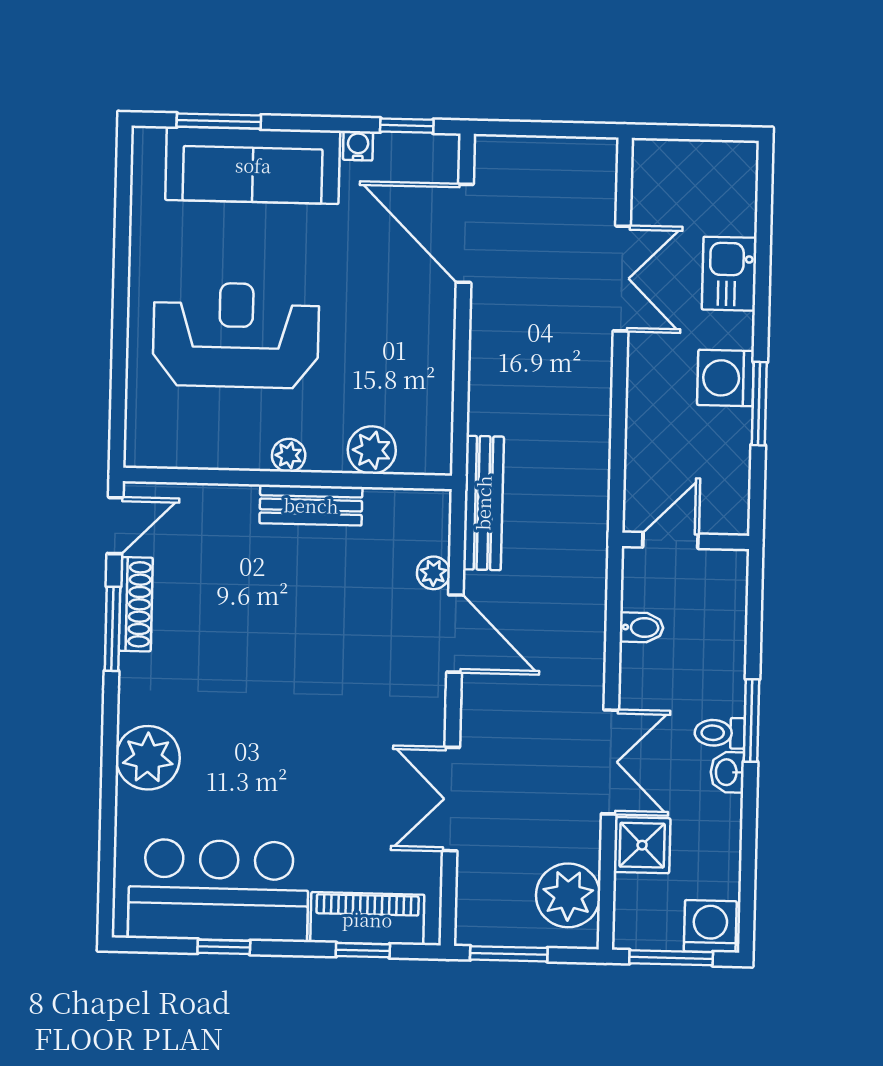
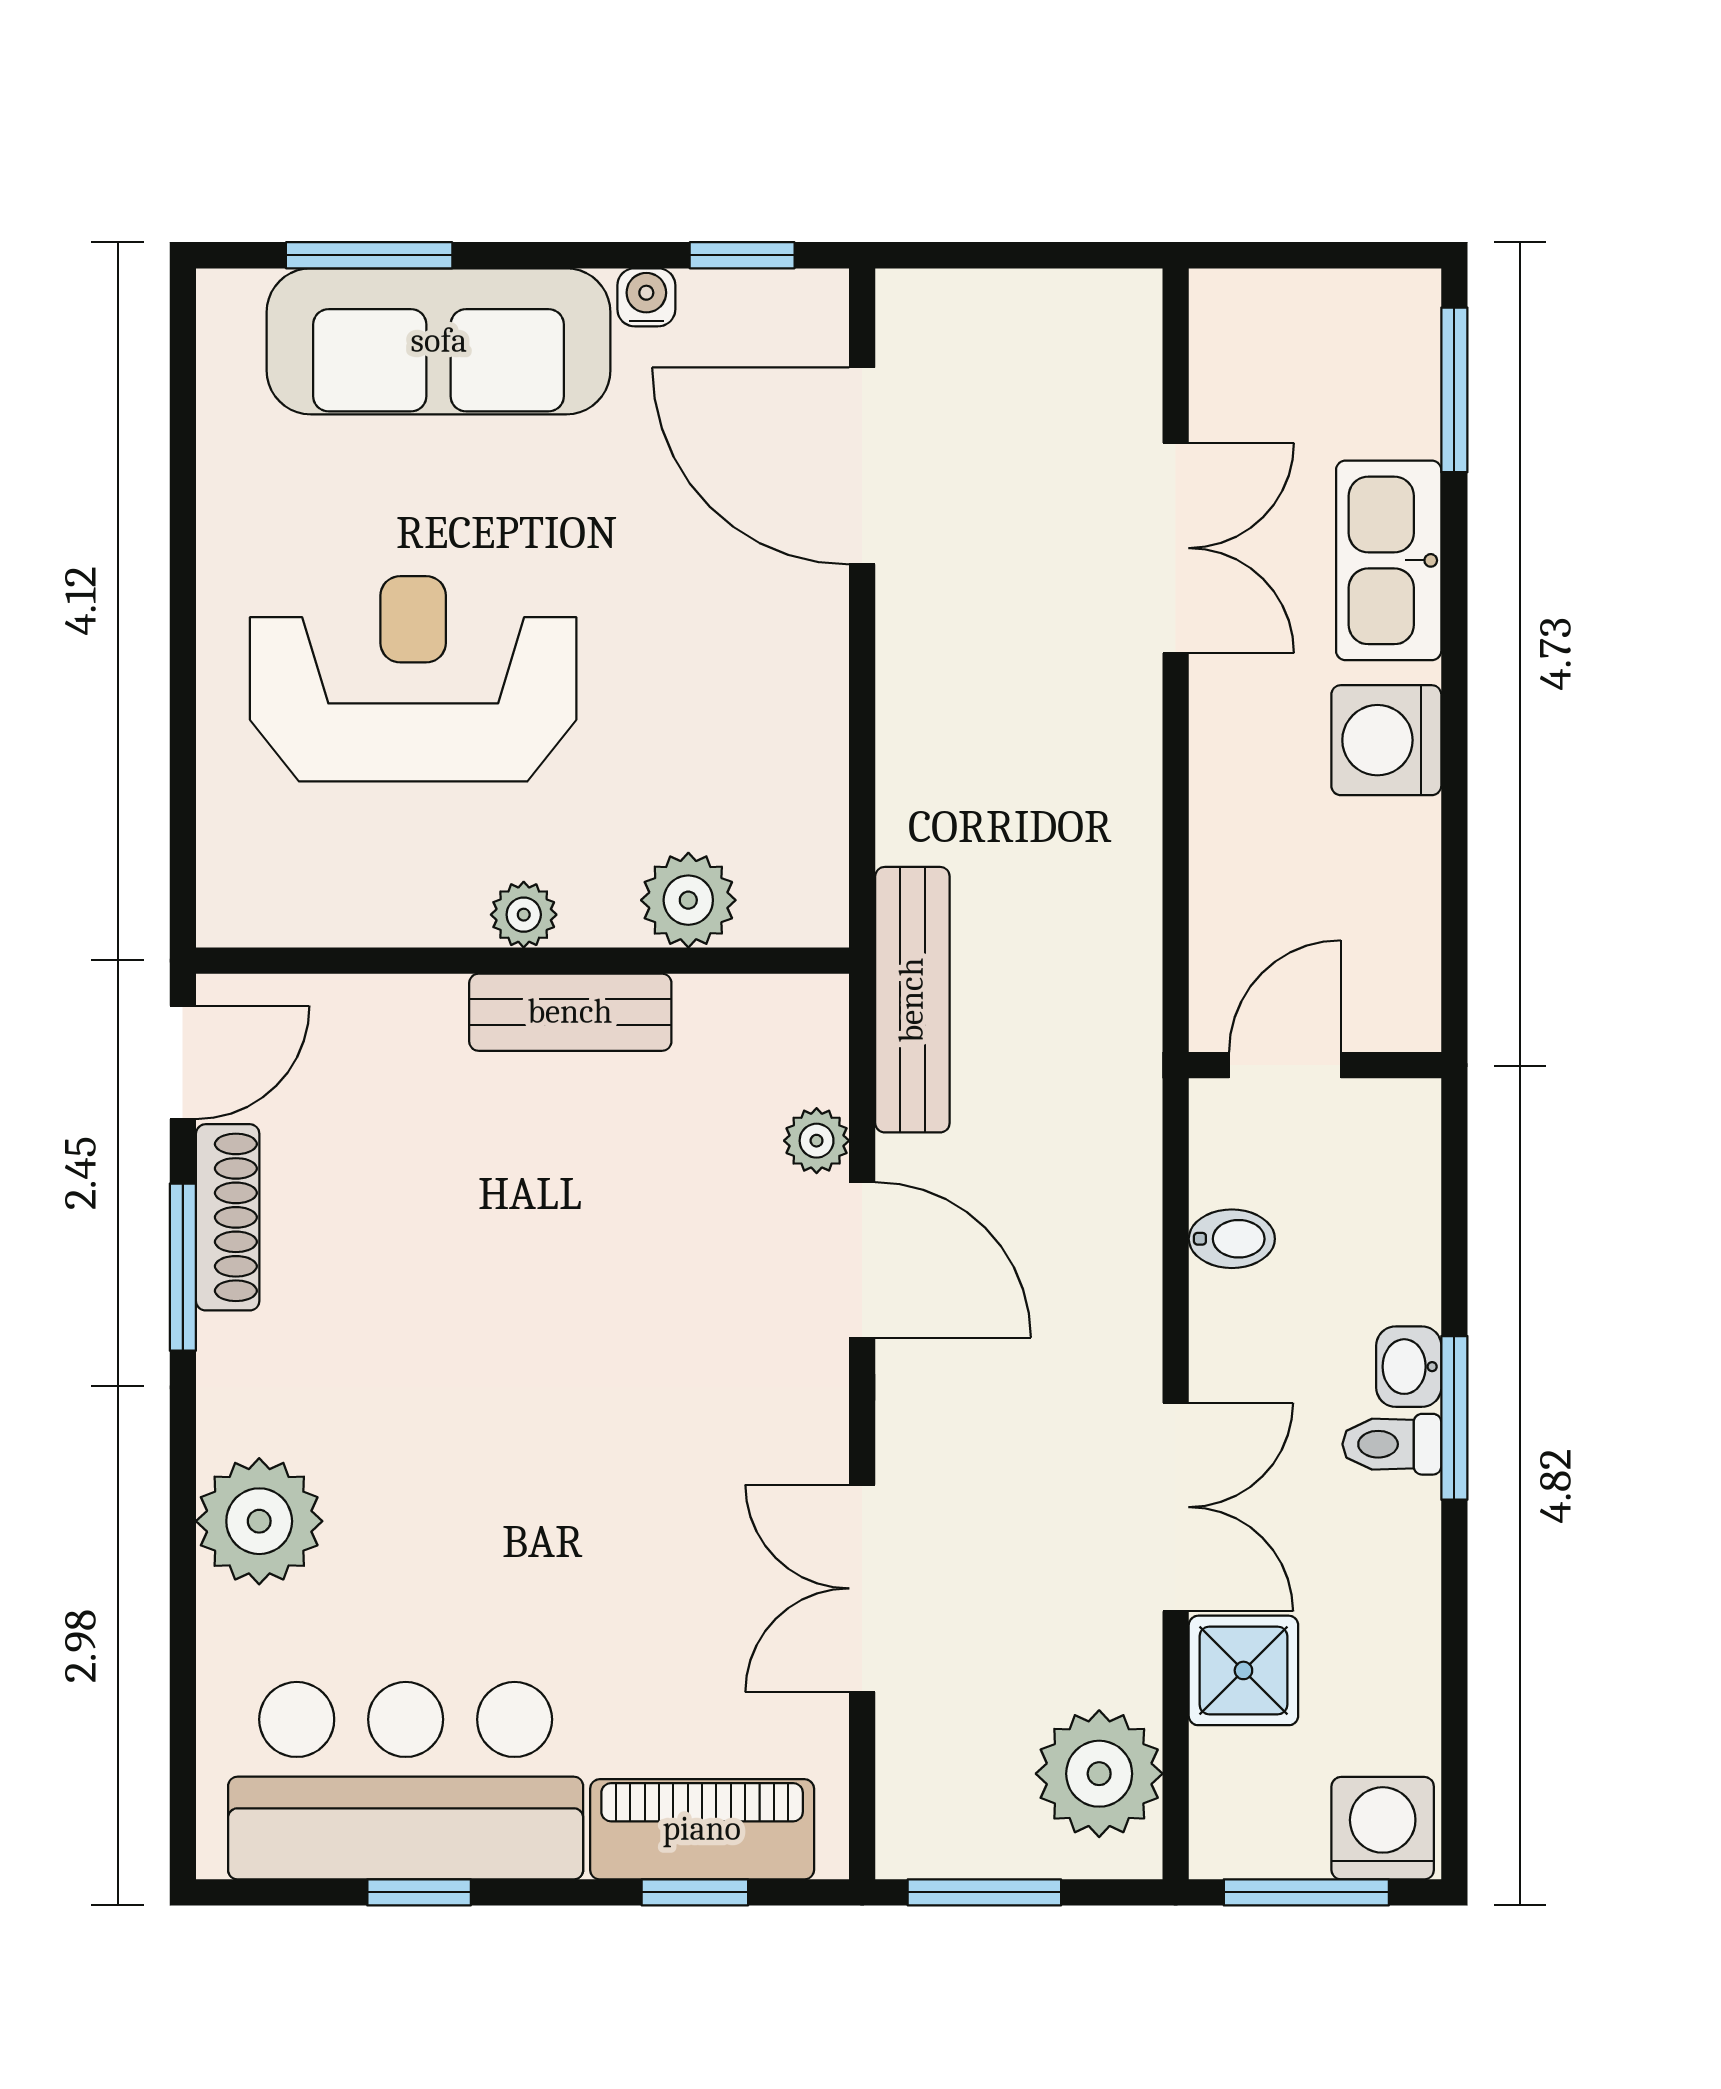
kitchen sink: (729, 274) -> (1389, 560), width x1.38
window: (759, 404) -> (1454, 390), moved
washbasin: (727, 772) -> (1409, 1367), moved

